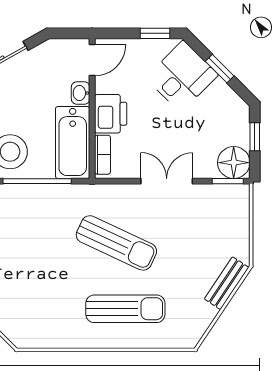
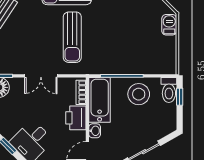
sun lounger: (116, 243) -> (72, 37), turned -115

